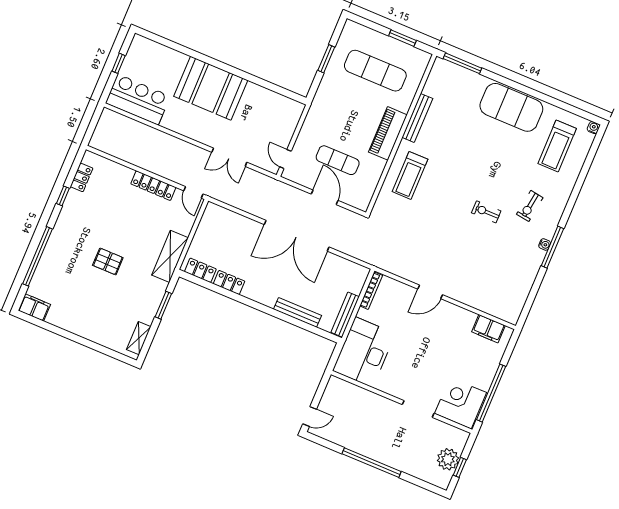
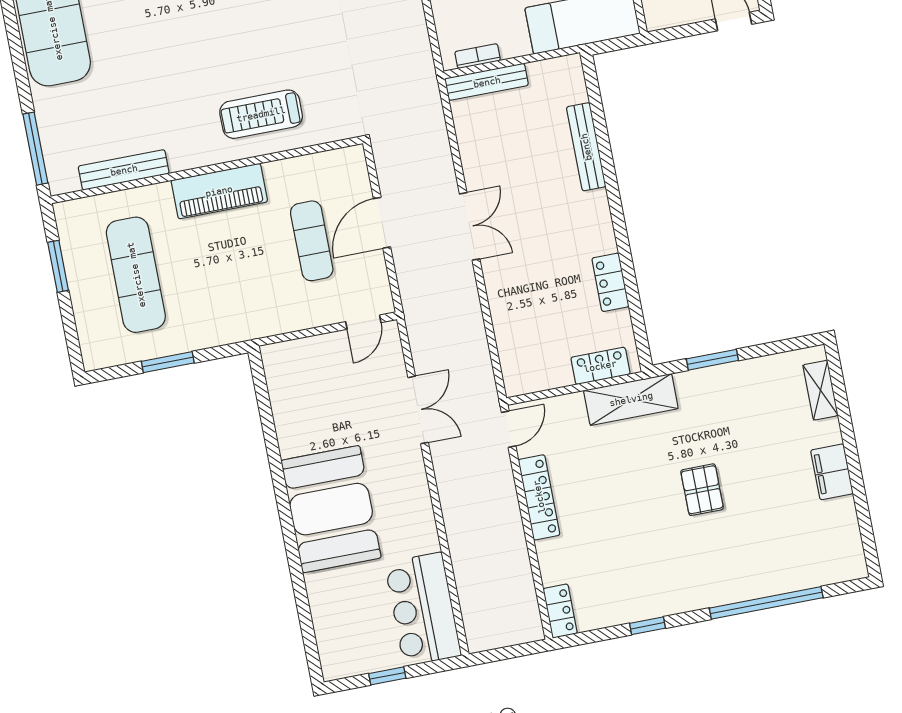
bench: (417, 118) -> (124, 170), moved
treadmill: (410, 175) -> (261, 114), turned 180
locker: (82, 177) -> (560, 611), moved, turned 90
double door: (297, 236) -> (470, 226), width x0.54
locker: (200, 270) -> (600, 366), moved, turned 90
bookcase: (371, 291) -> (478, 56), width x0.64
filing cabinet: (34, 307) -> (832, 472), moved
bench: (345, 315) -> (487, 82), moved
shelving: (139, 338) -> (820, 390), moved, turned 90

